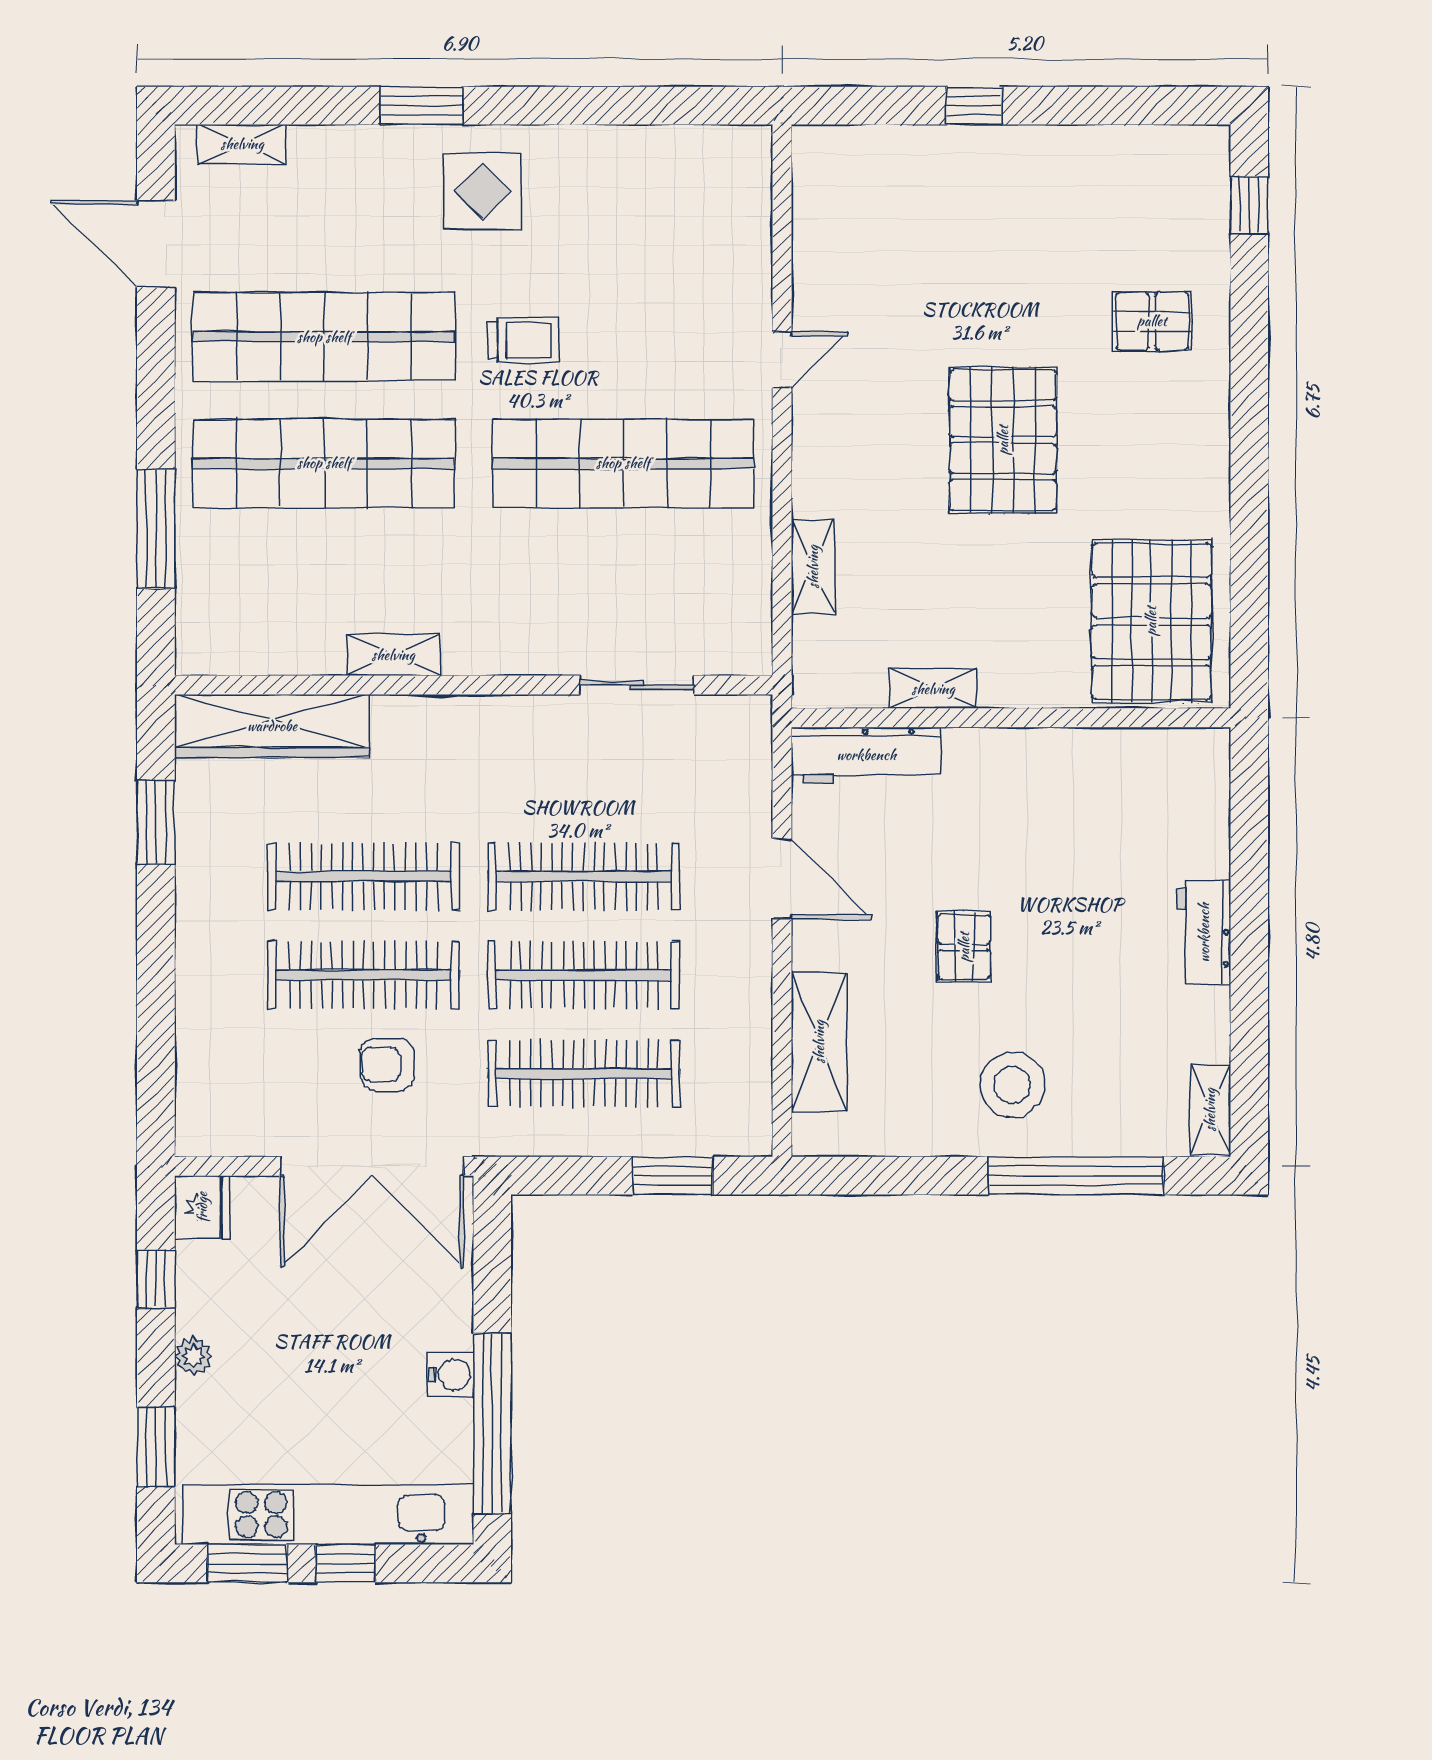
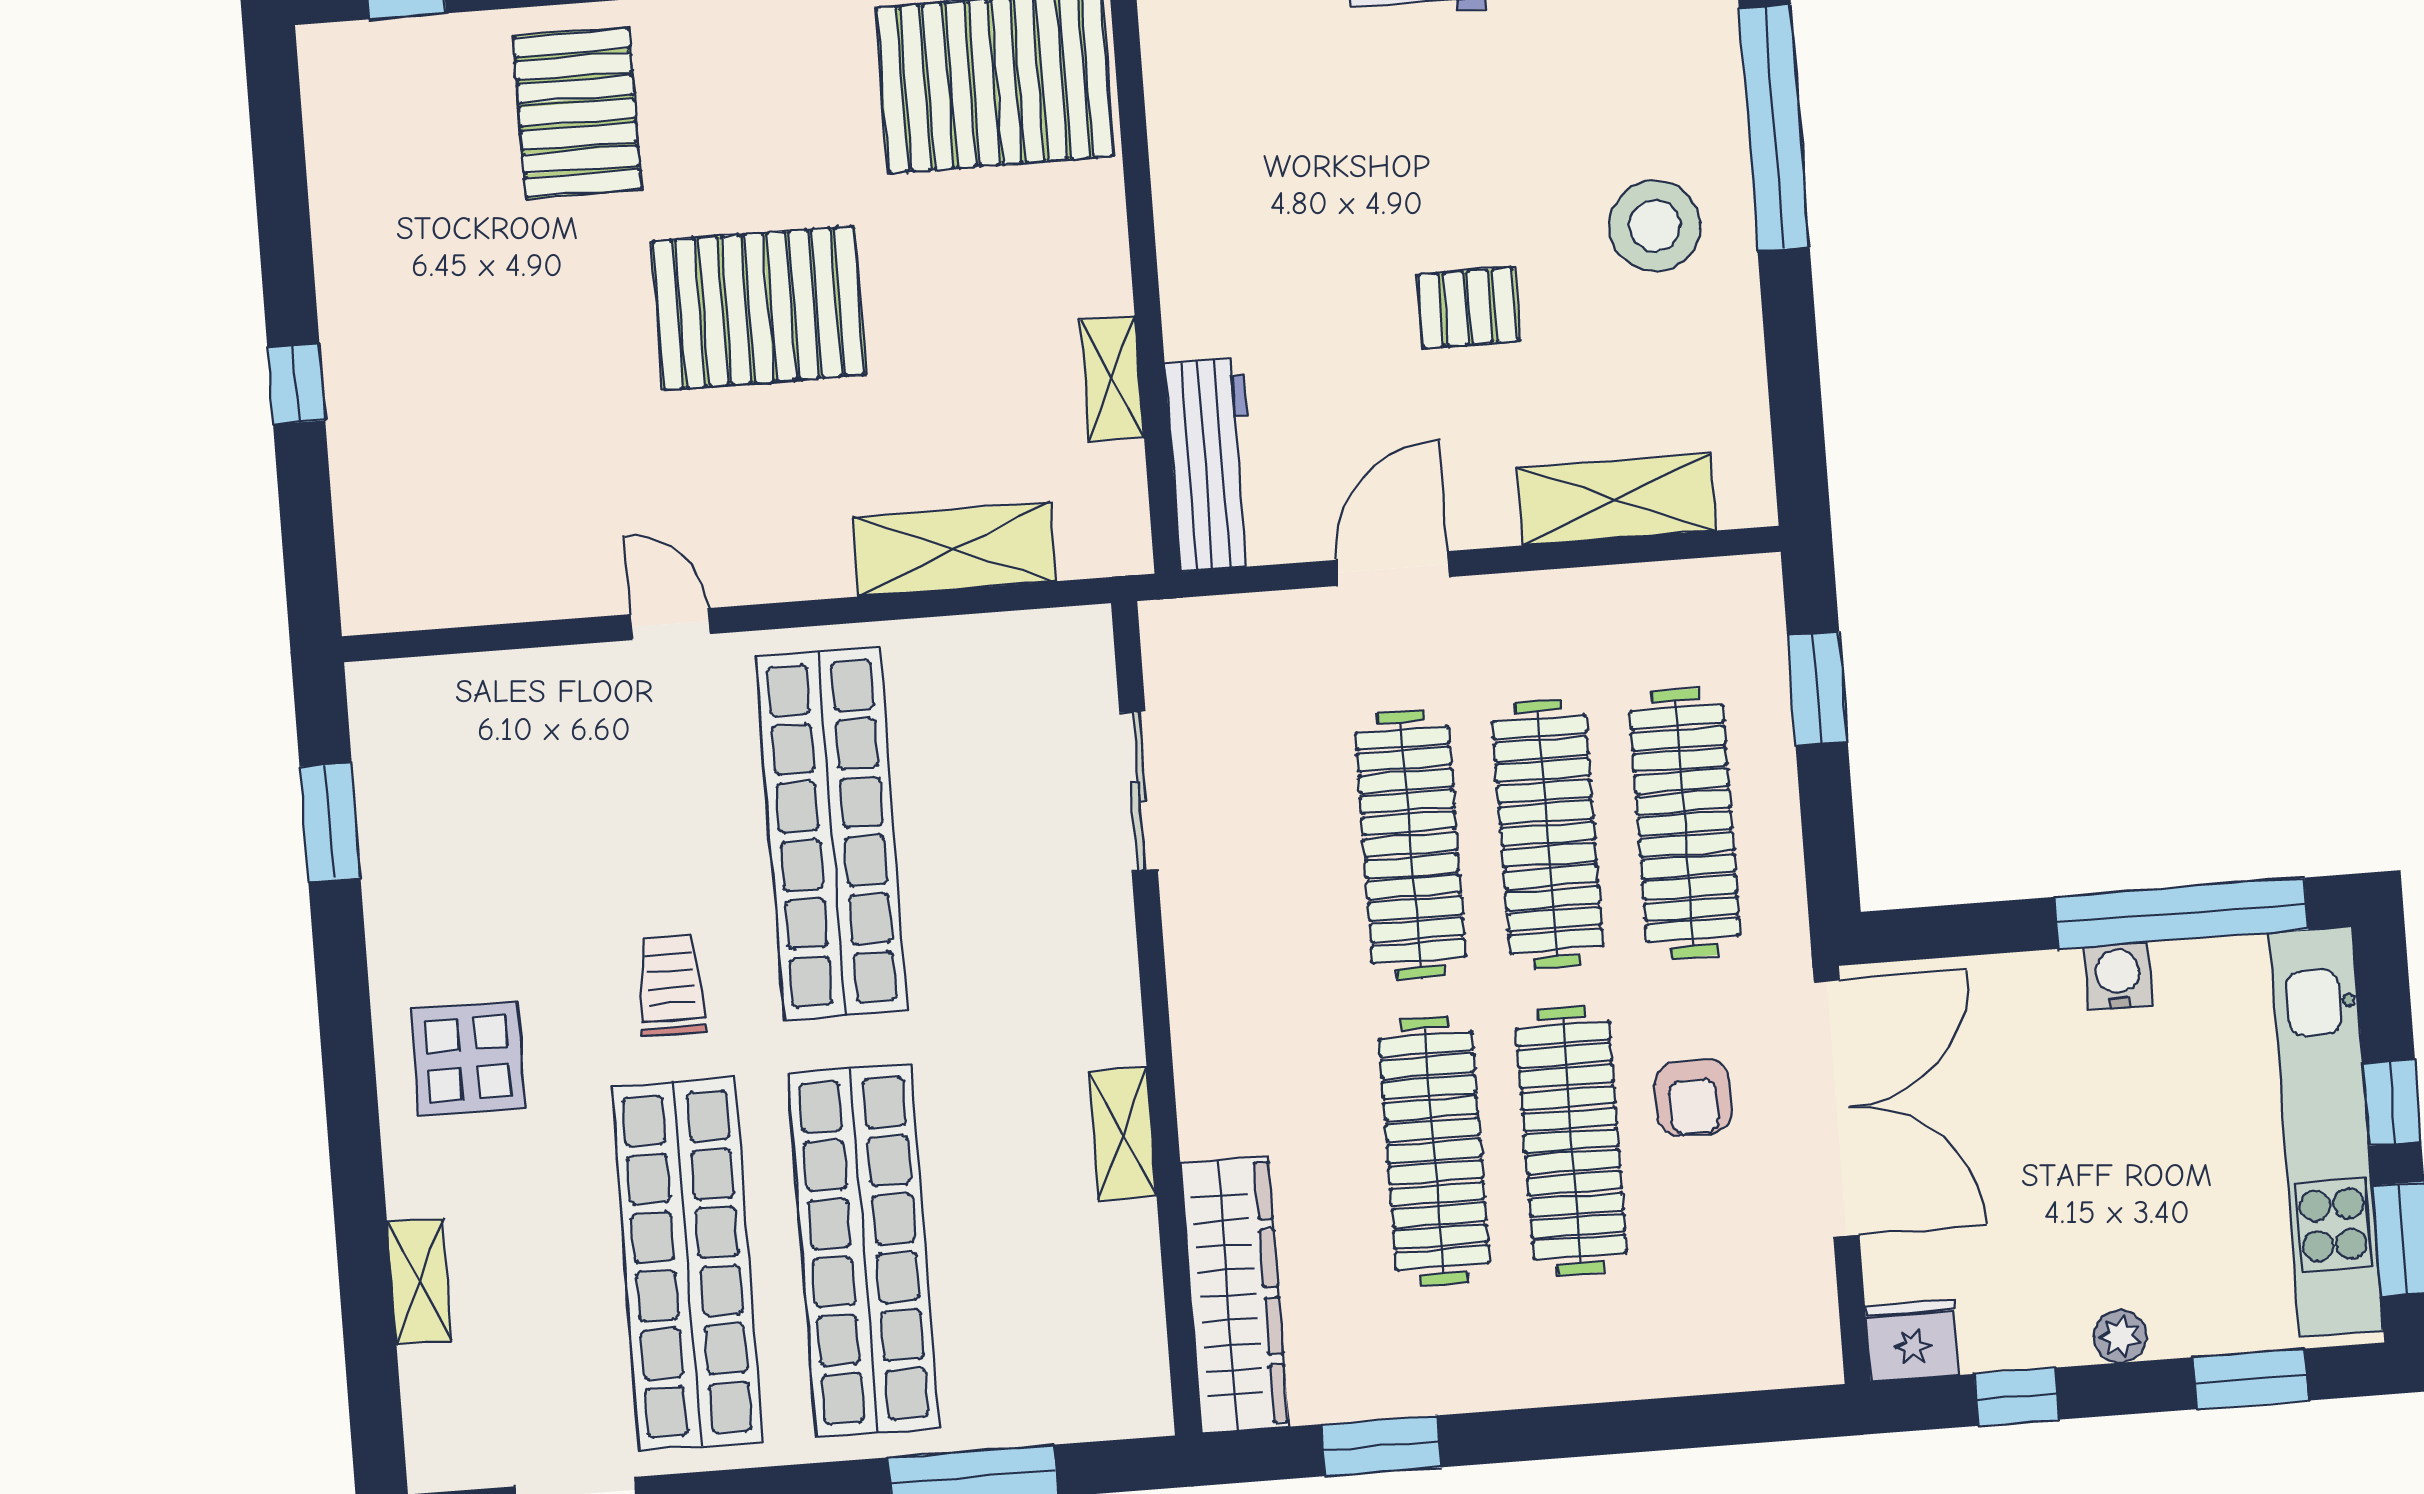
window: (421, 106) -> (330, 822), moved
shelving: (242, 144) -> (419, 1282), moved
pallet: (1152, 321) -> (577, 113), width x1.50, depth x1.42
shelving: (813, 567) -> (954, 549), width x1.50, depth x1.33

